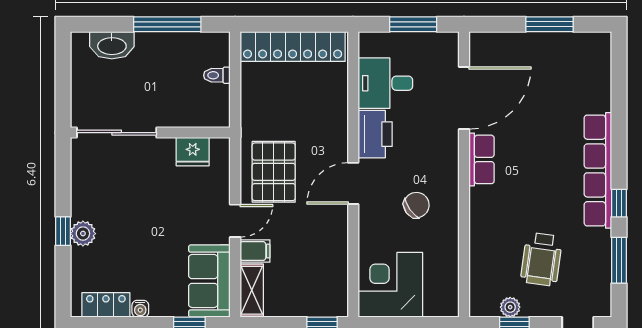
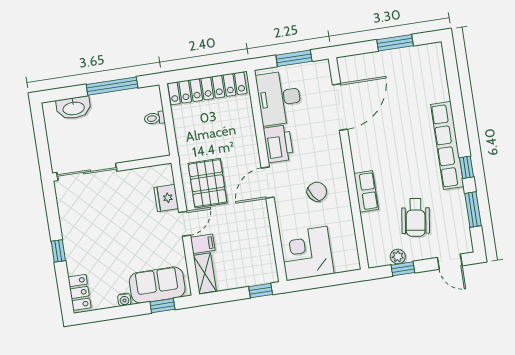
desk: (385, 83) -> (279, 98), width x1.37
fridge: (193, 152) -> (166, 198), moved, turned 90
row of seats: (481, 159) -> (366, 191), moved
plant: (83, 234) -> (73, 250), removed
sofa: (209, 281) -> (157, 285), moved, turned 90
locker: (106, 305) -> (80, 292), moved, turned 90

